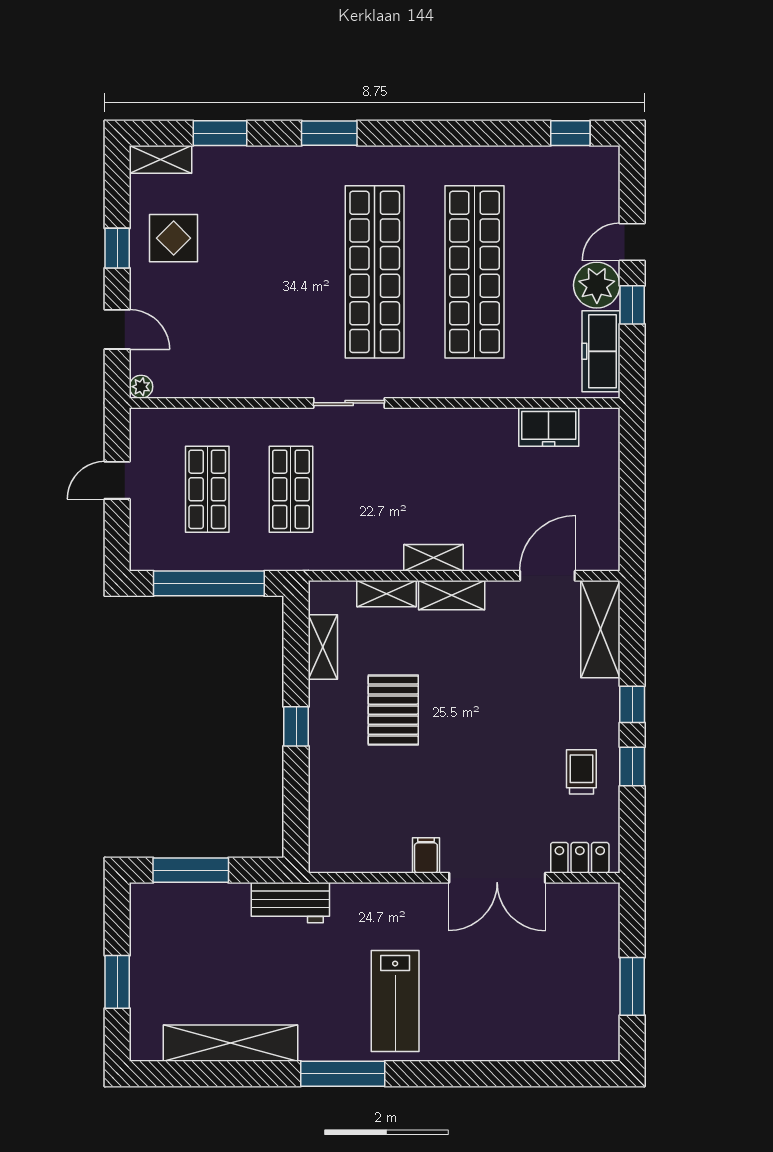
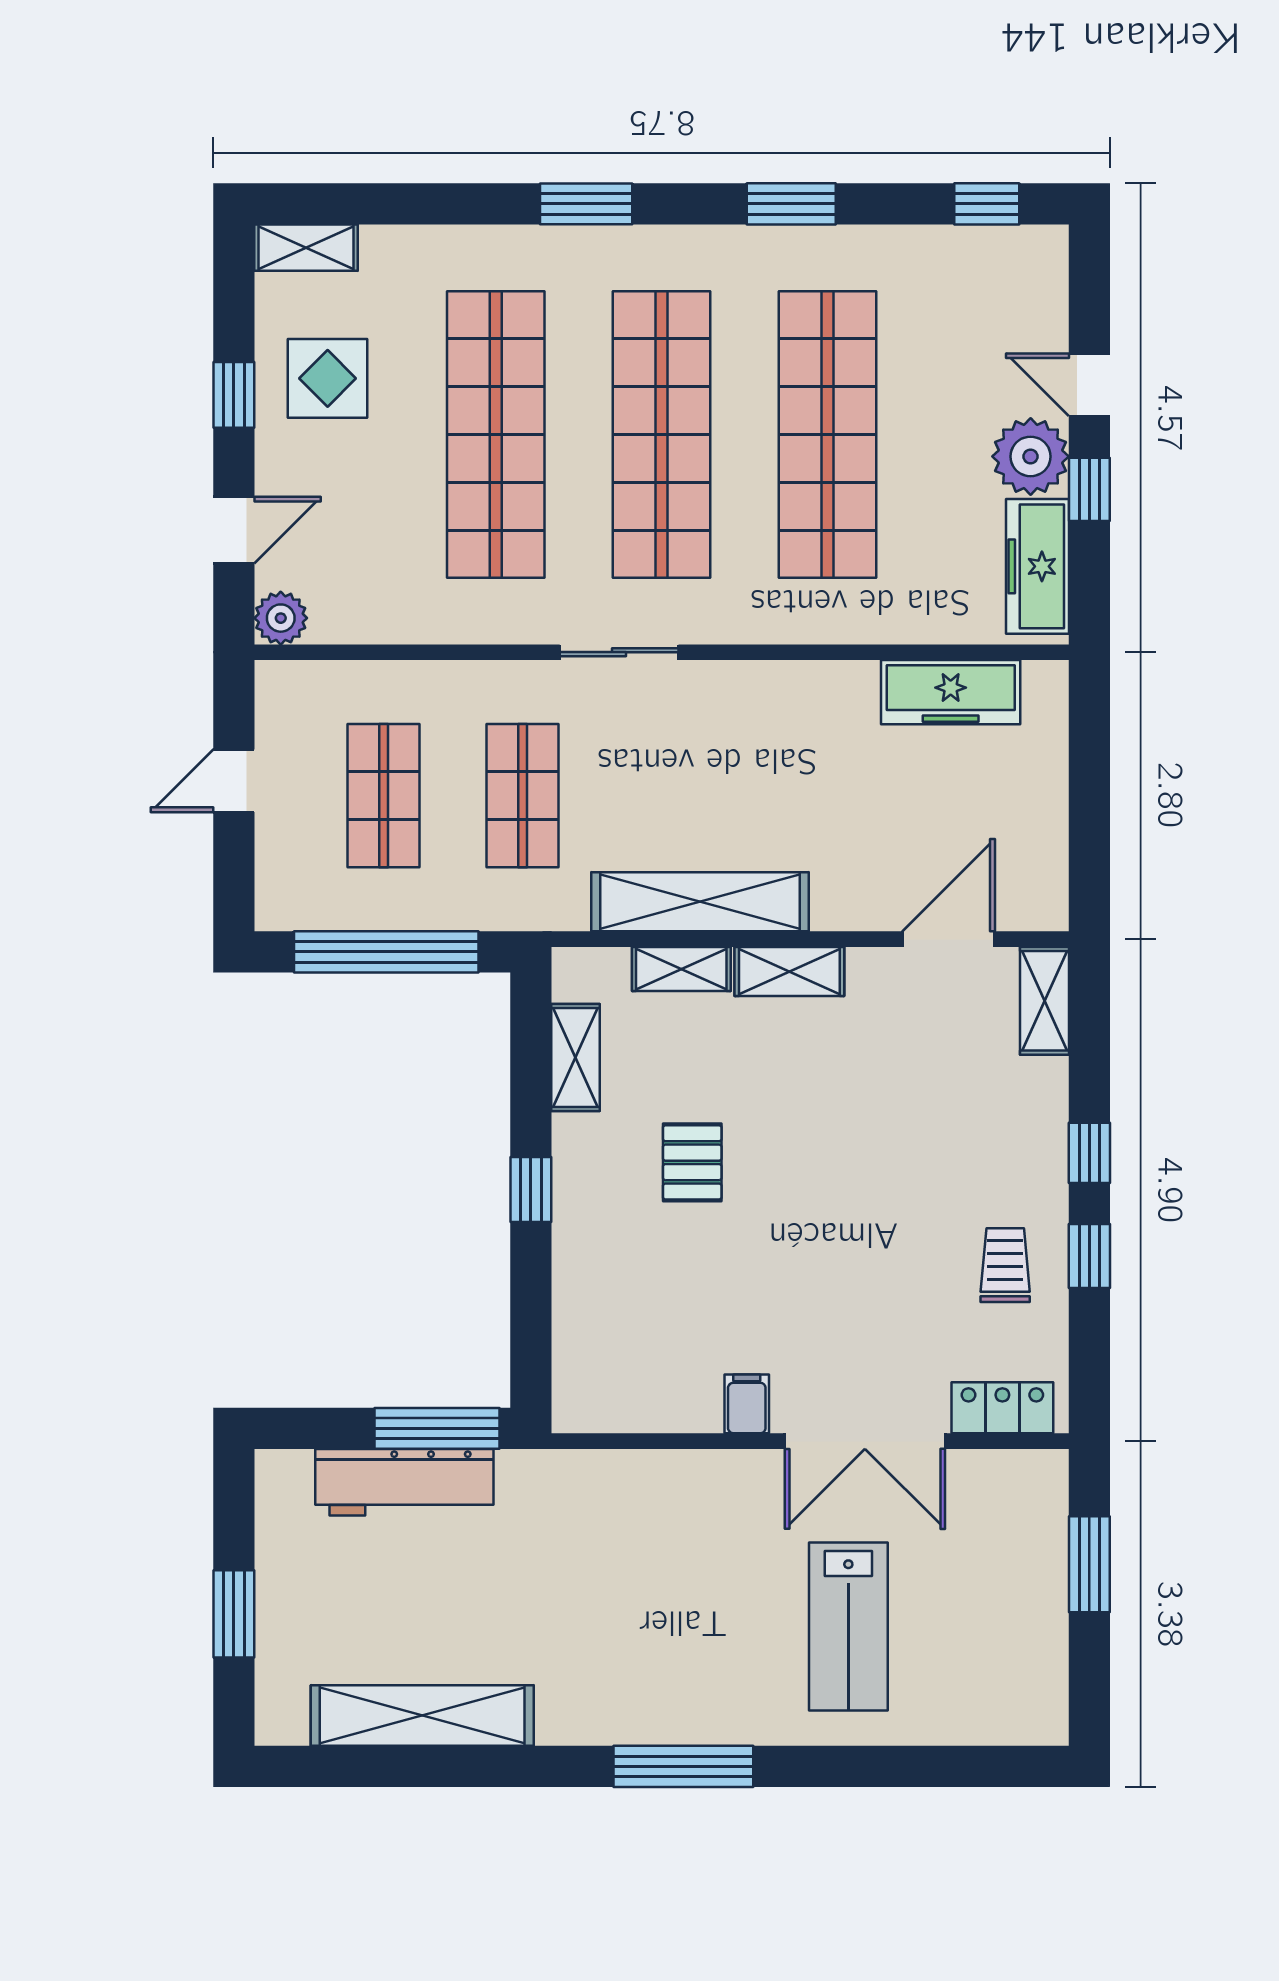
window: (220, 133) -> (791, 204), moved
door: (632, 242) -> (1089, 385), hinge flipped
shop shelf: (275, 272) -> (496, 434), added
door: (117, 329) -> (234, 530), hinge flipped
plant: (141, 387) -> (281, 618), width x1.38, depth x1.38
freezer: (549, 427) -> (951, 692), width x1.40
shelving: (433, 558) -> (700, 902), width x2.20, depth x1.33
shelving: (600, 629) -> (1045, 1001), width x0.67, depth x0.75
pallet: (393, 710) -> (692, 1162), width x0.67, depth x0.71
window: (191, 870) -> (437, 1428), moved
workbench: (290, 903) -> (404, 1482), moved, width x1.38
window: (632, 986) -> (1089, 1564), moved
lab bench: (395, 1001) -> (848, 1626), moved
window: (343, 1074) -> (683, 1766), moved

